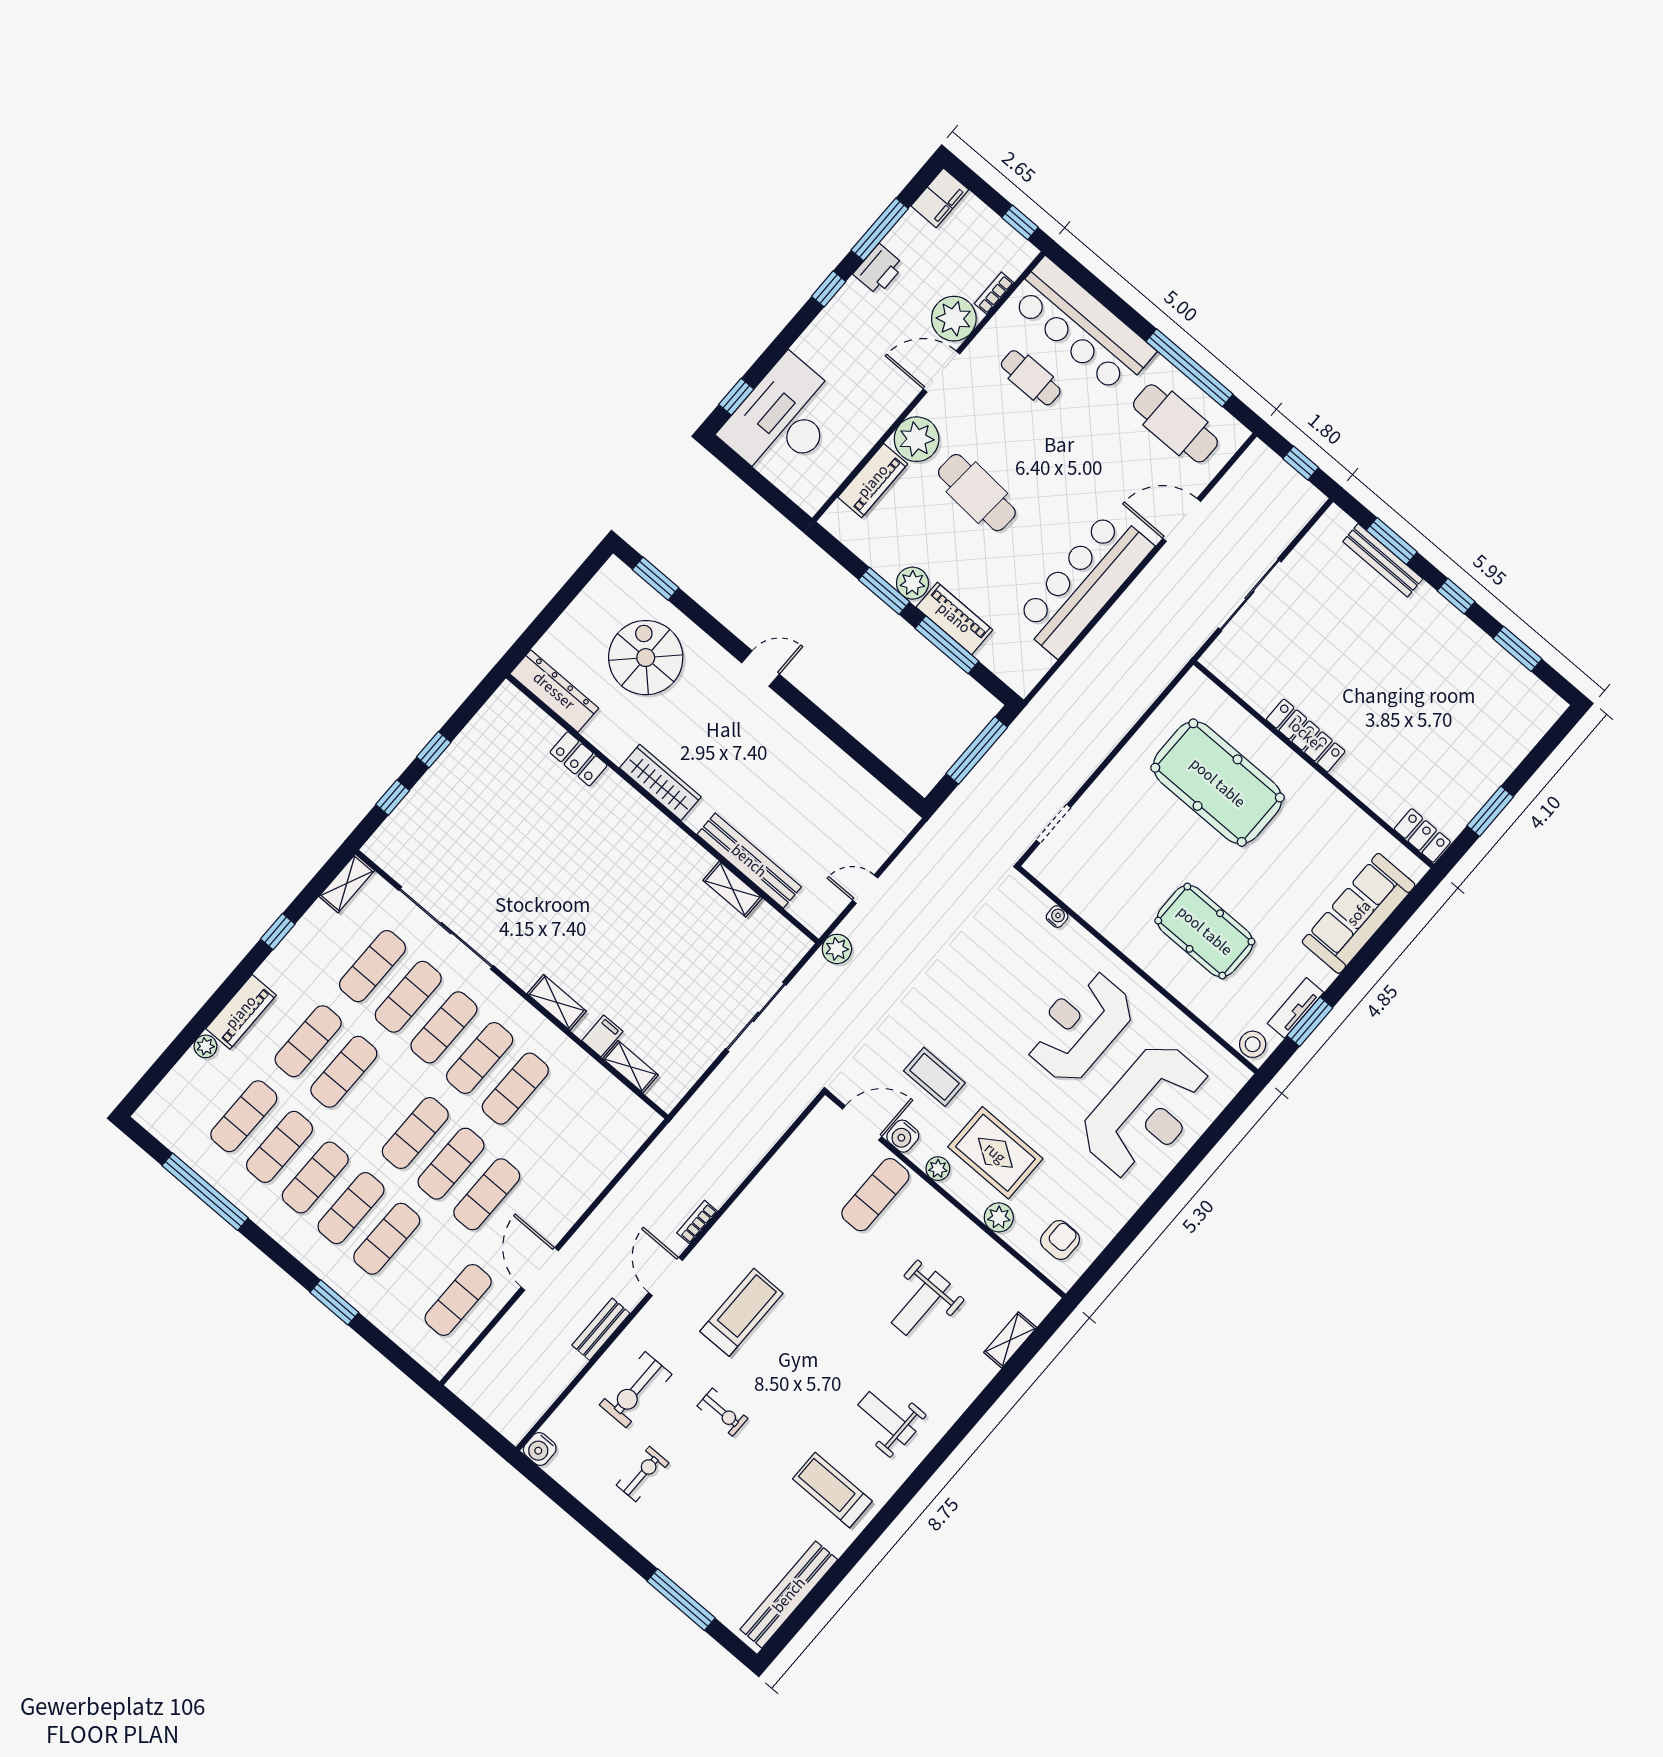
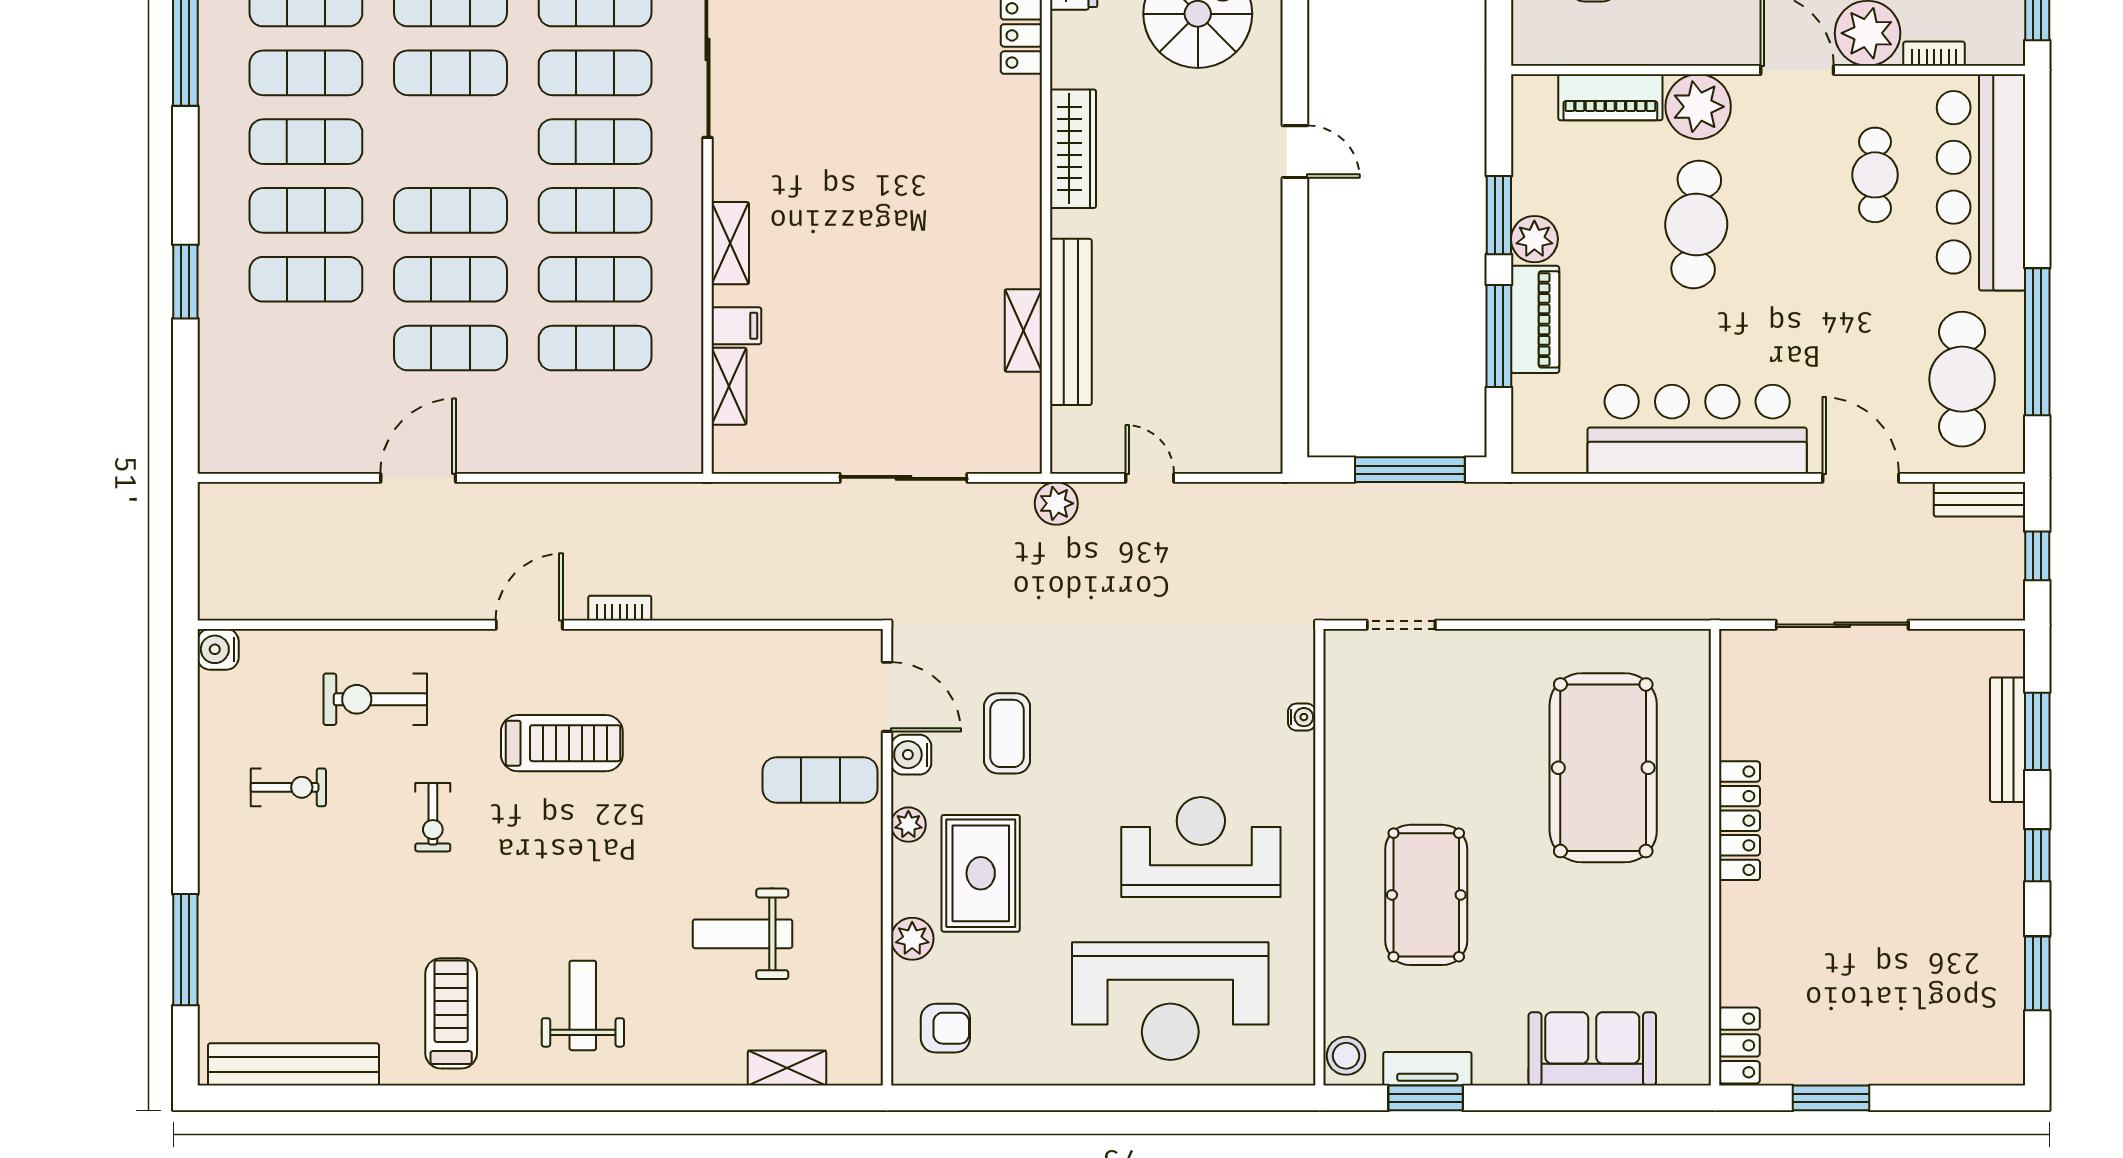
sofa: (1359, 913) -> (1592, 1049), width x0.73
exercise mat: (458, 1300) -> (595, 348), moved
bench: (601, 1329) -> (1979, 499), moved

